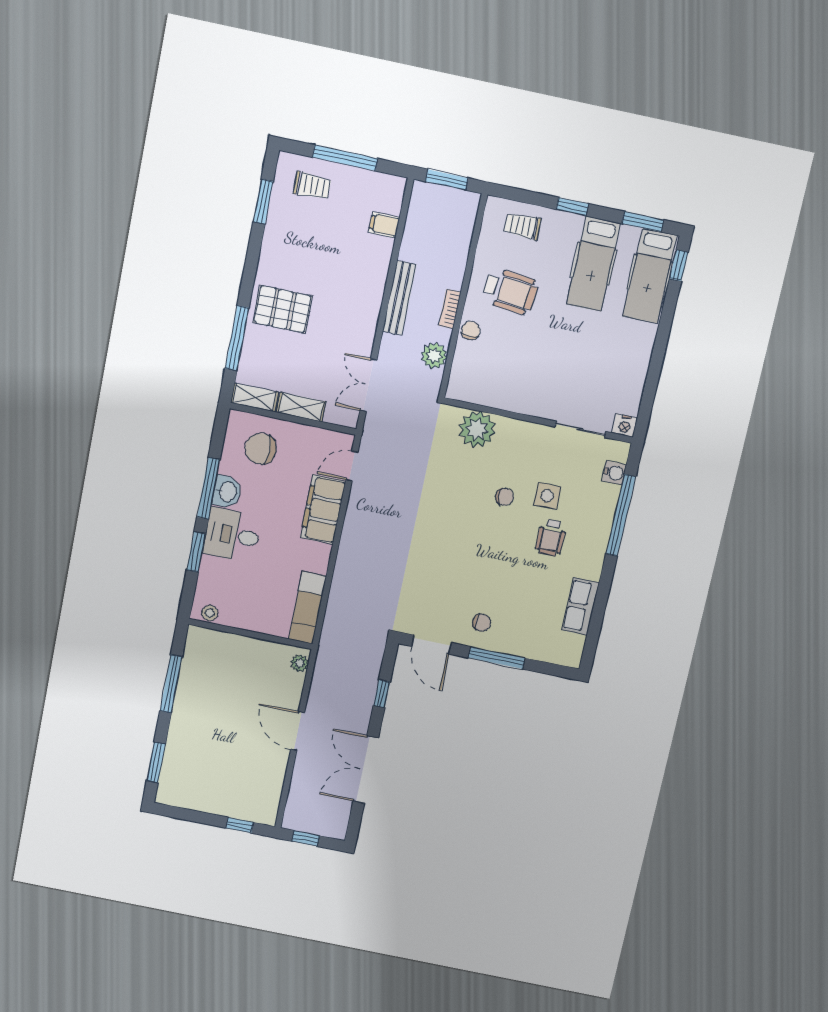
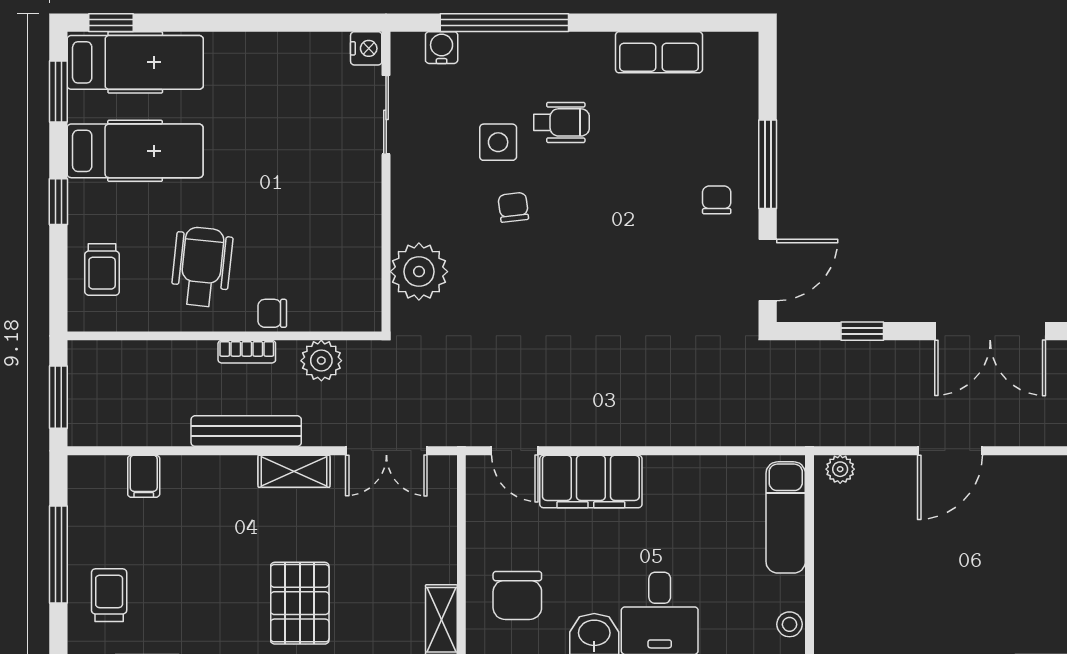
shelving: (301, 407) -> (294, 471), moved, turned 90
exam couch: (307, 608) -> (786, 517), moved, turned 90

